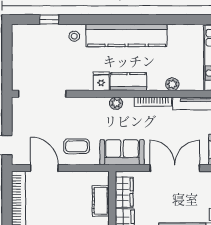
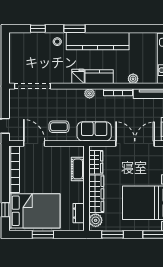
window: (97, 19) -> (75, 29), added

